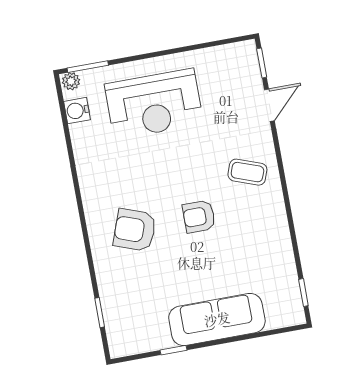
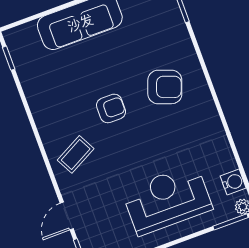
coffee table: (247, 172) -> (76, 154), turned -48

